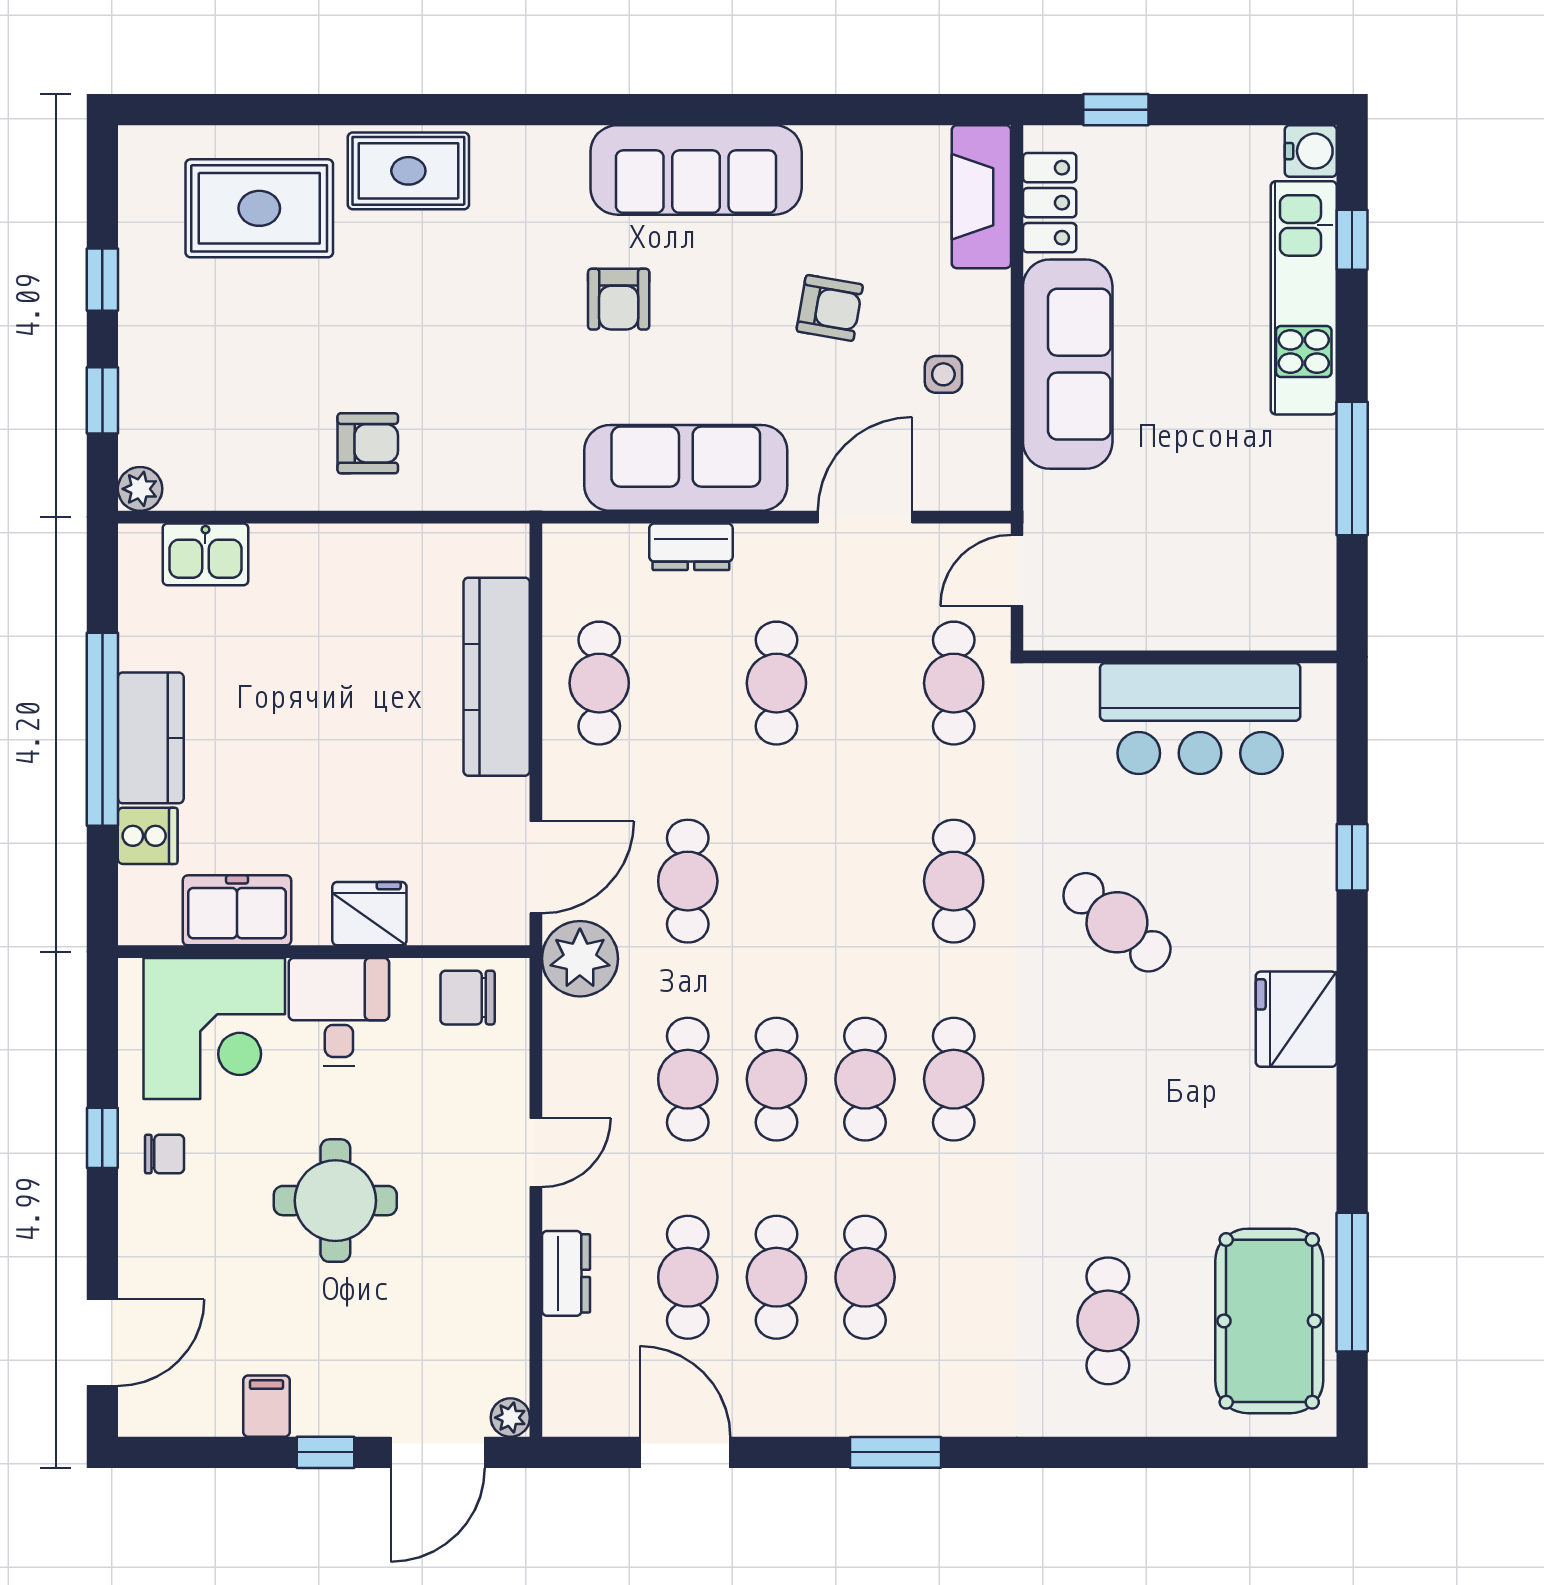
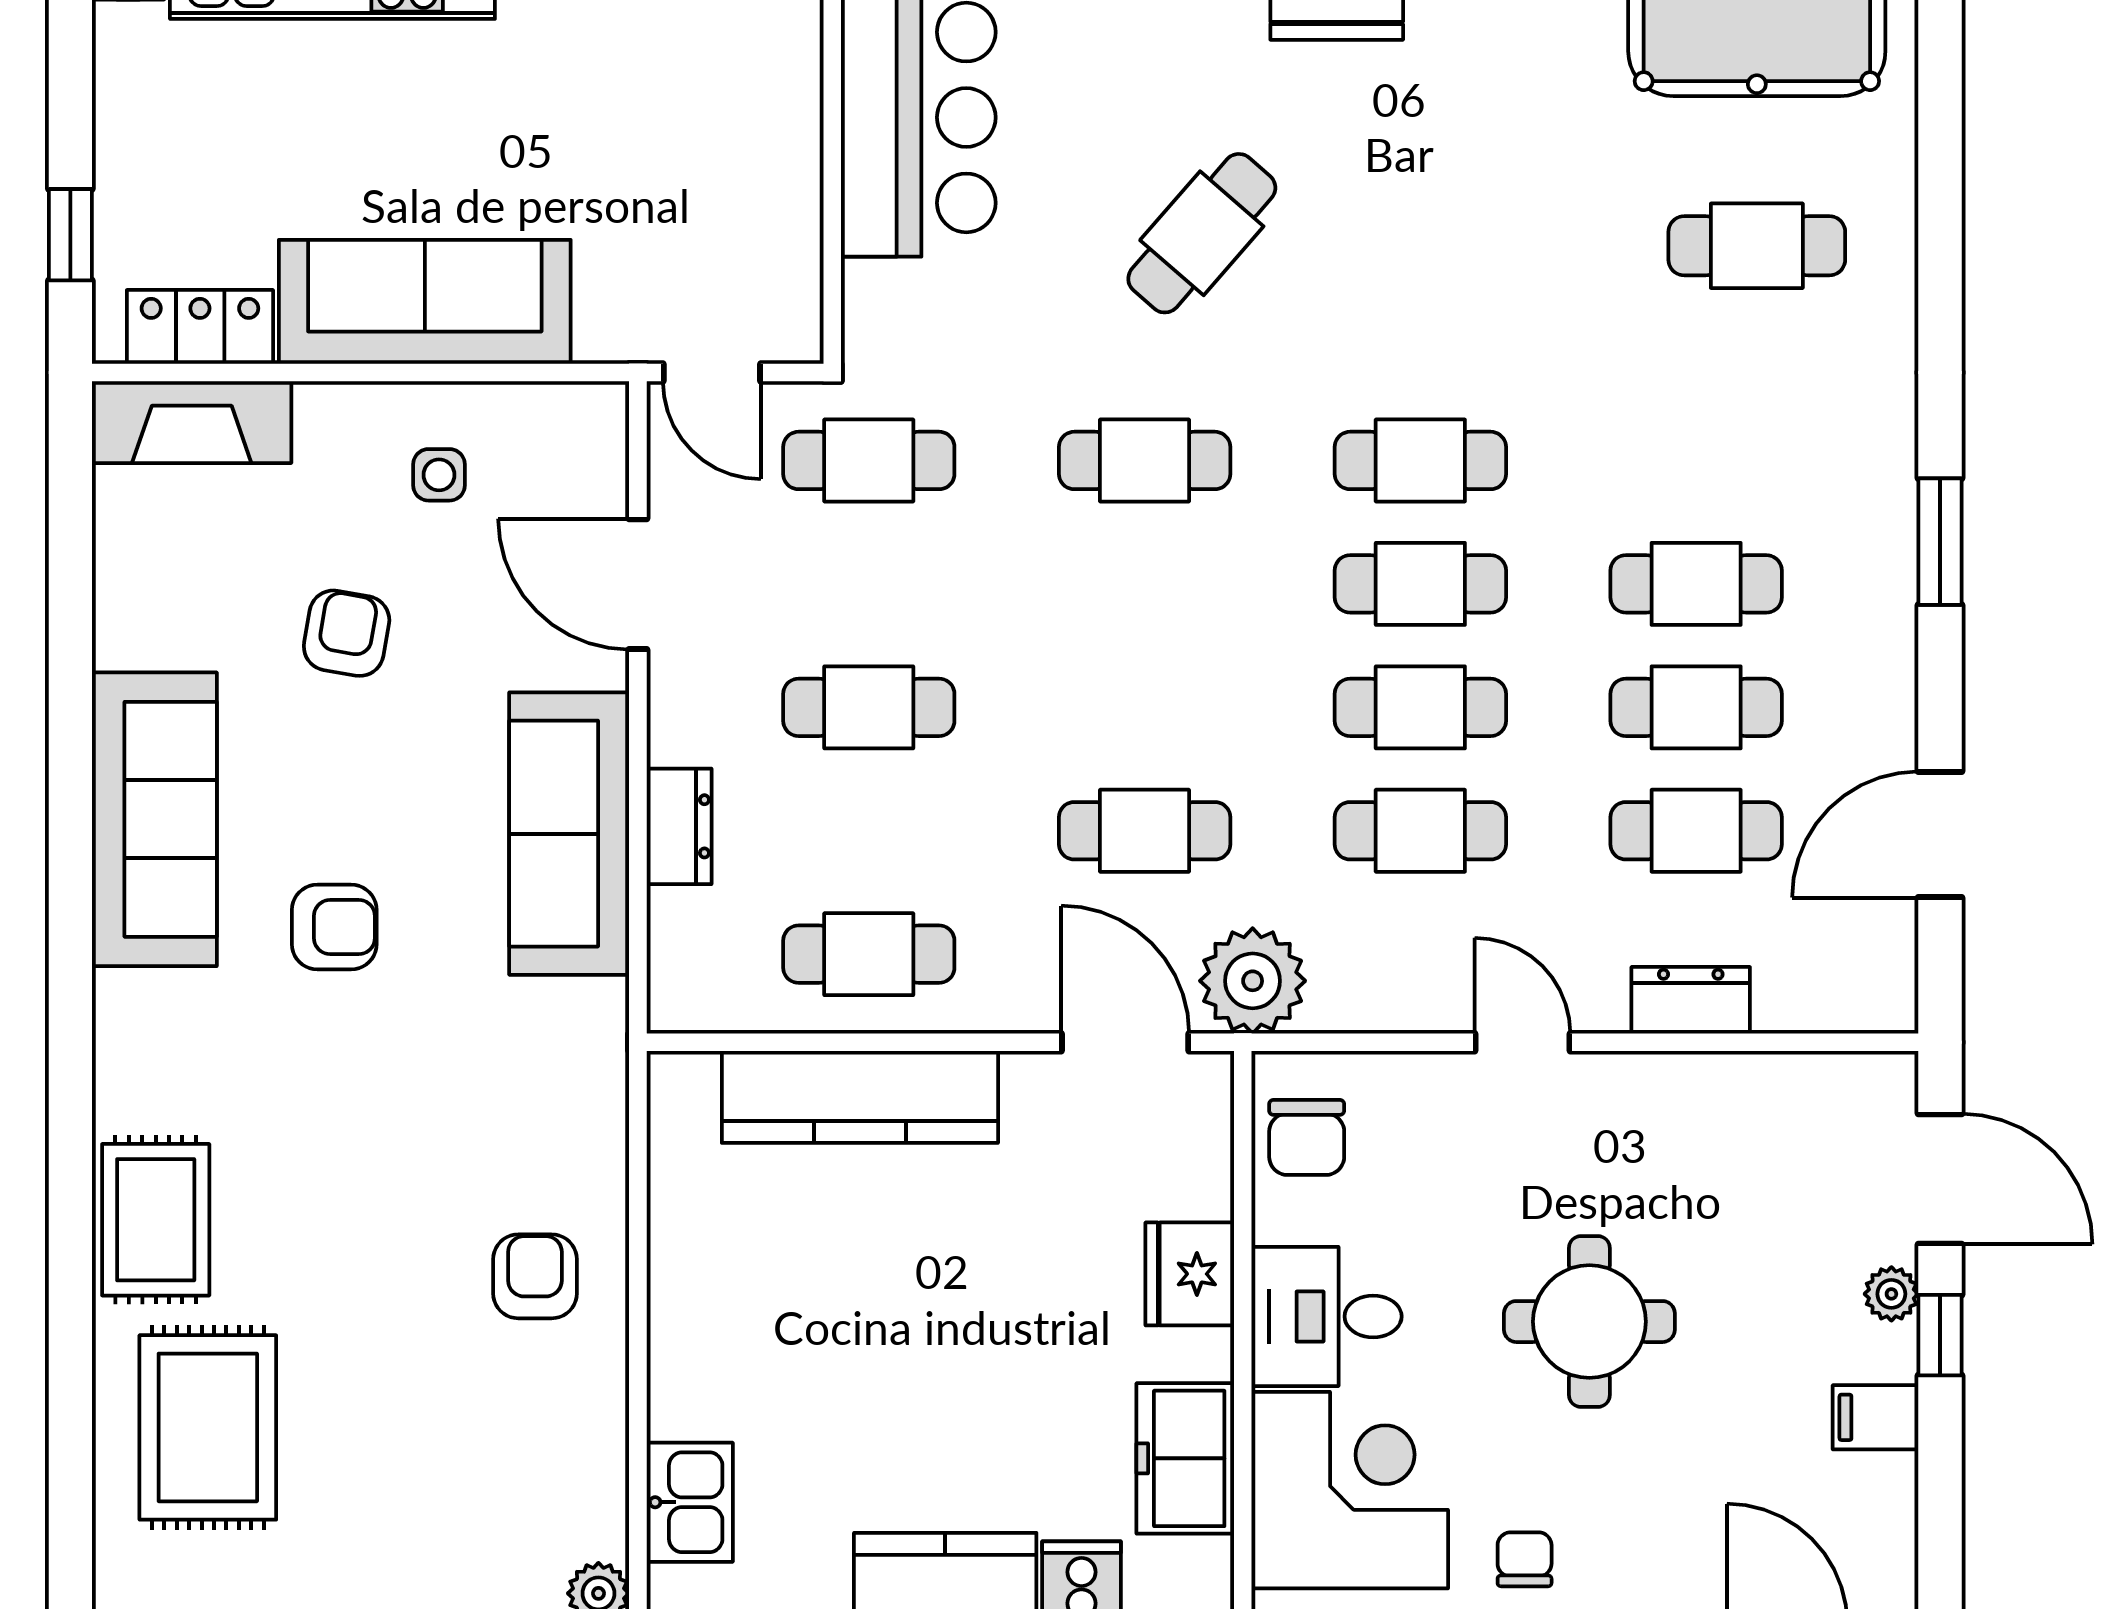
plant: (510, 1418) -> (1891, 1294), moved

